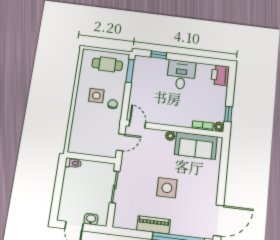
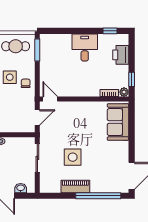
window: (159, 55) -> (110, 31), moved
printer: (220, 75) -> (121, 55), moved
plant: (170, 136) -> (81, 106), removed
sofa: (196, 146) -> (118, 122), moved, turned 90
side table: (167, 188) -> (73, 157), moved

